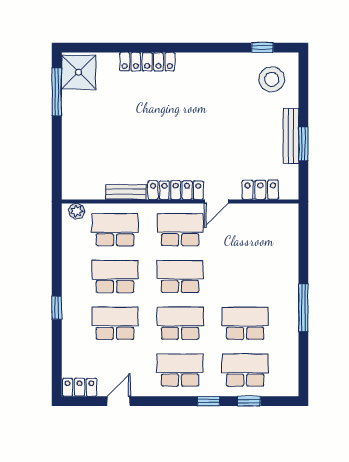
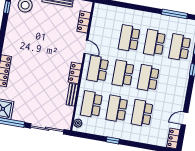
sliding door: (57, 158) -> (47, 129), added
locker: (176, 190) -> (75, 73), width x0.66
window: (57, 308) -> (113, 140), moved
window: (303, 308) -> (174, 14), moved
school desk: (180, 370) -> (129, 38), moved
door: (119, 401) -> (184, 119), hinge flipped

